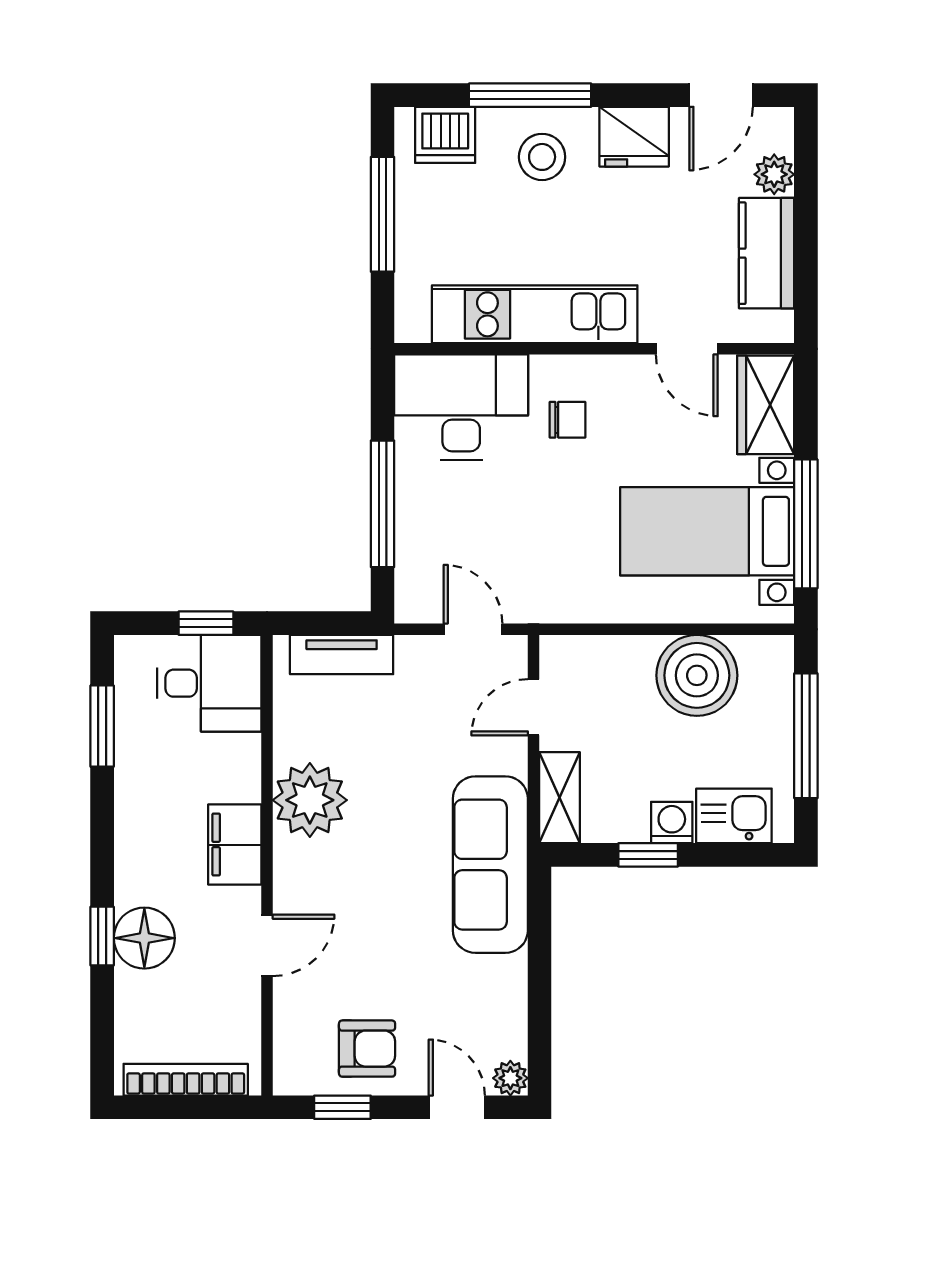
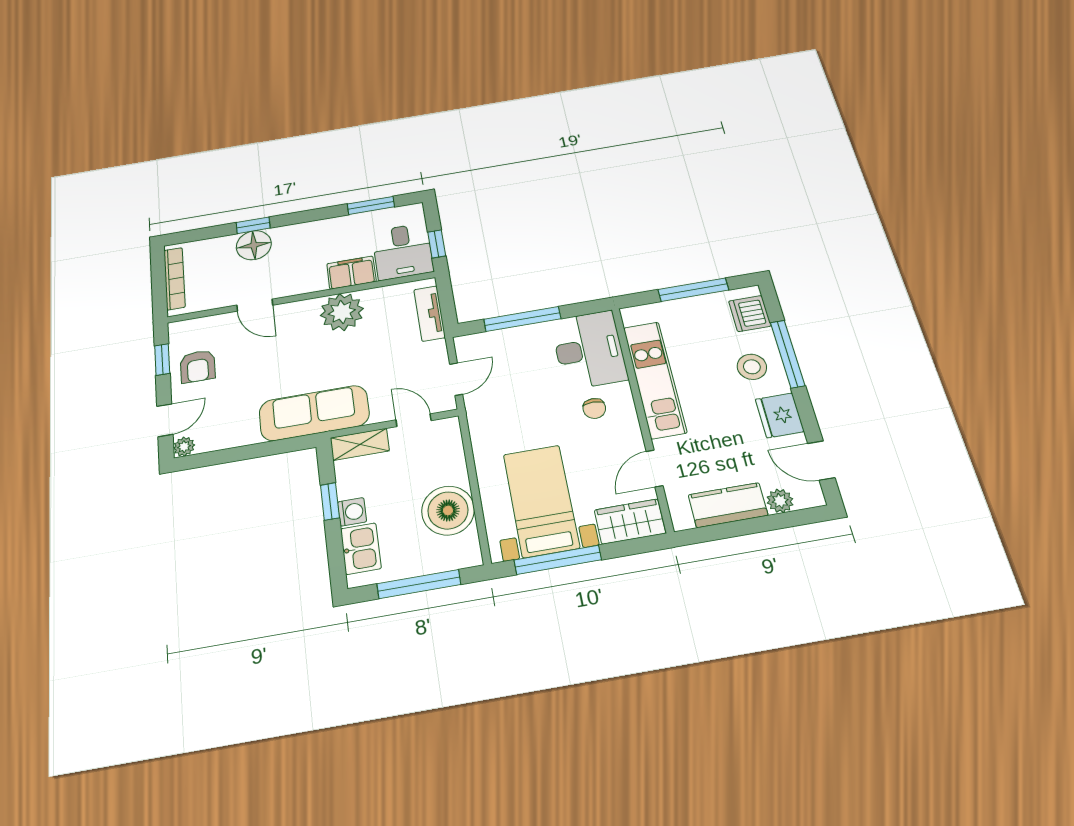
filing cabinet: (235, 845) -> (351, 273), moved

